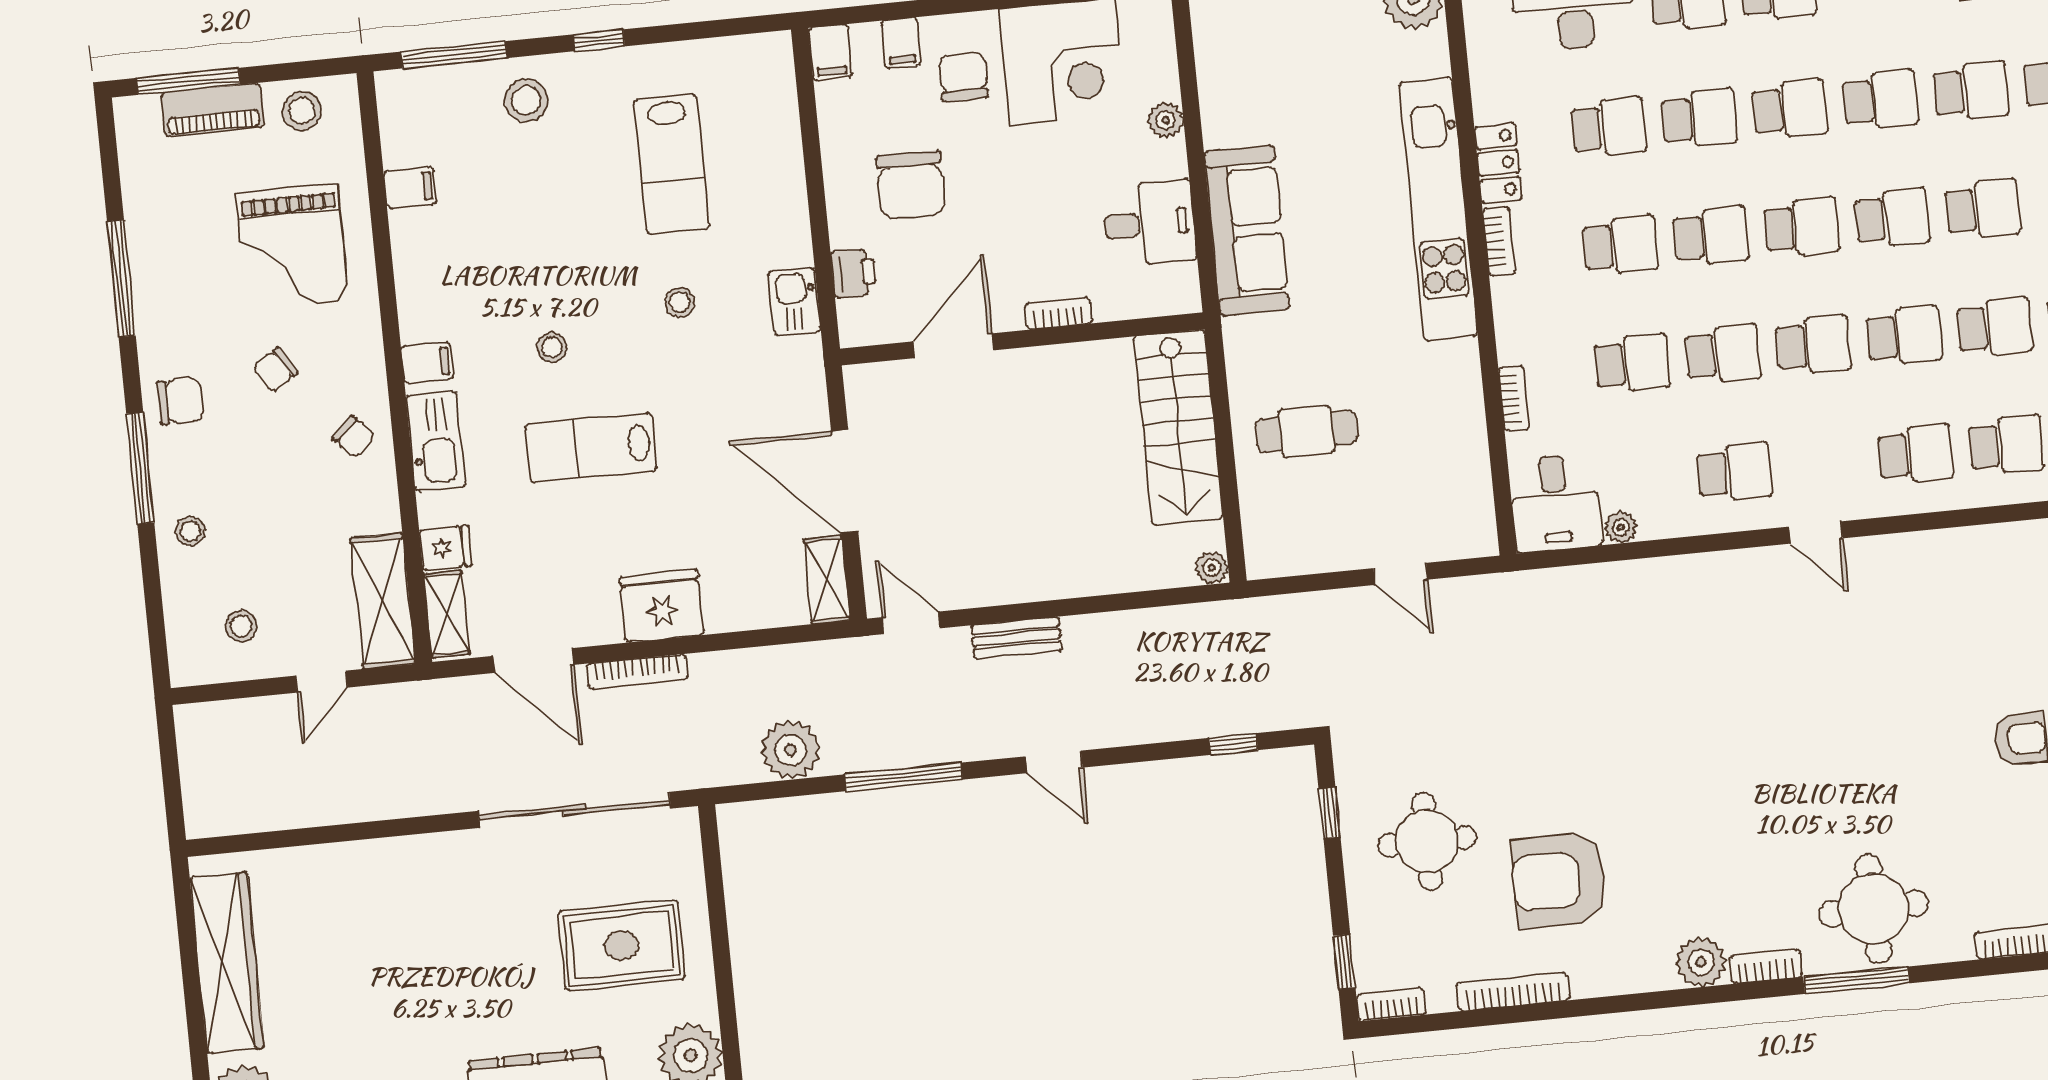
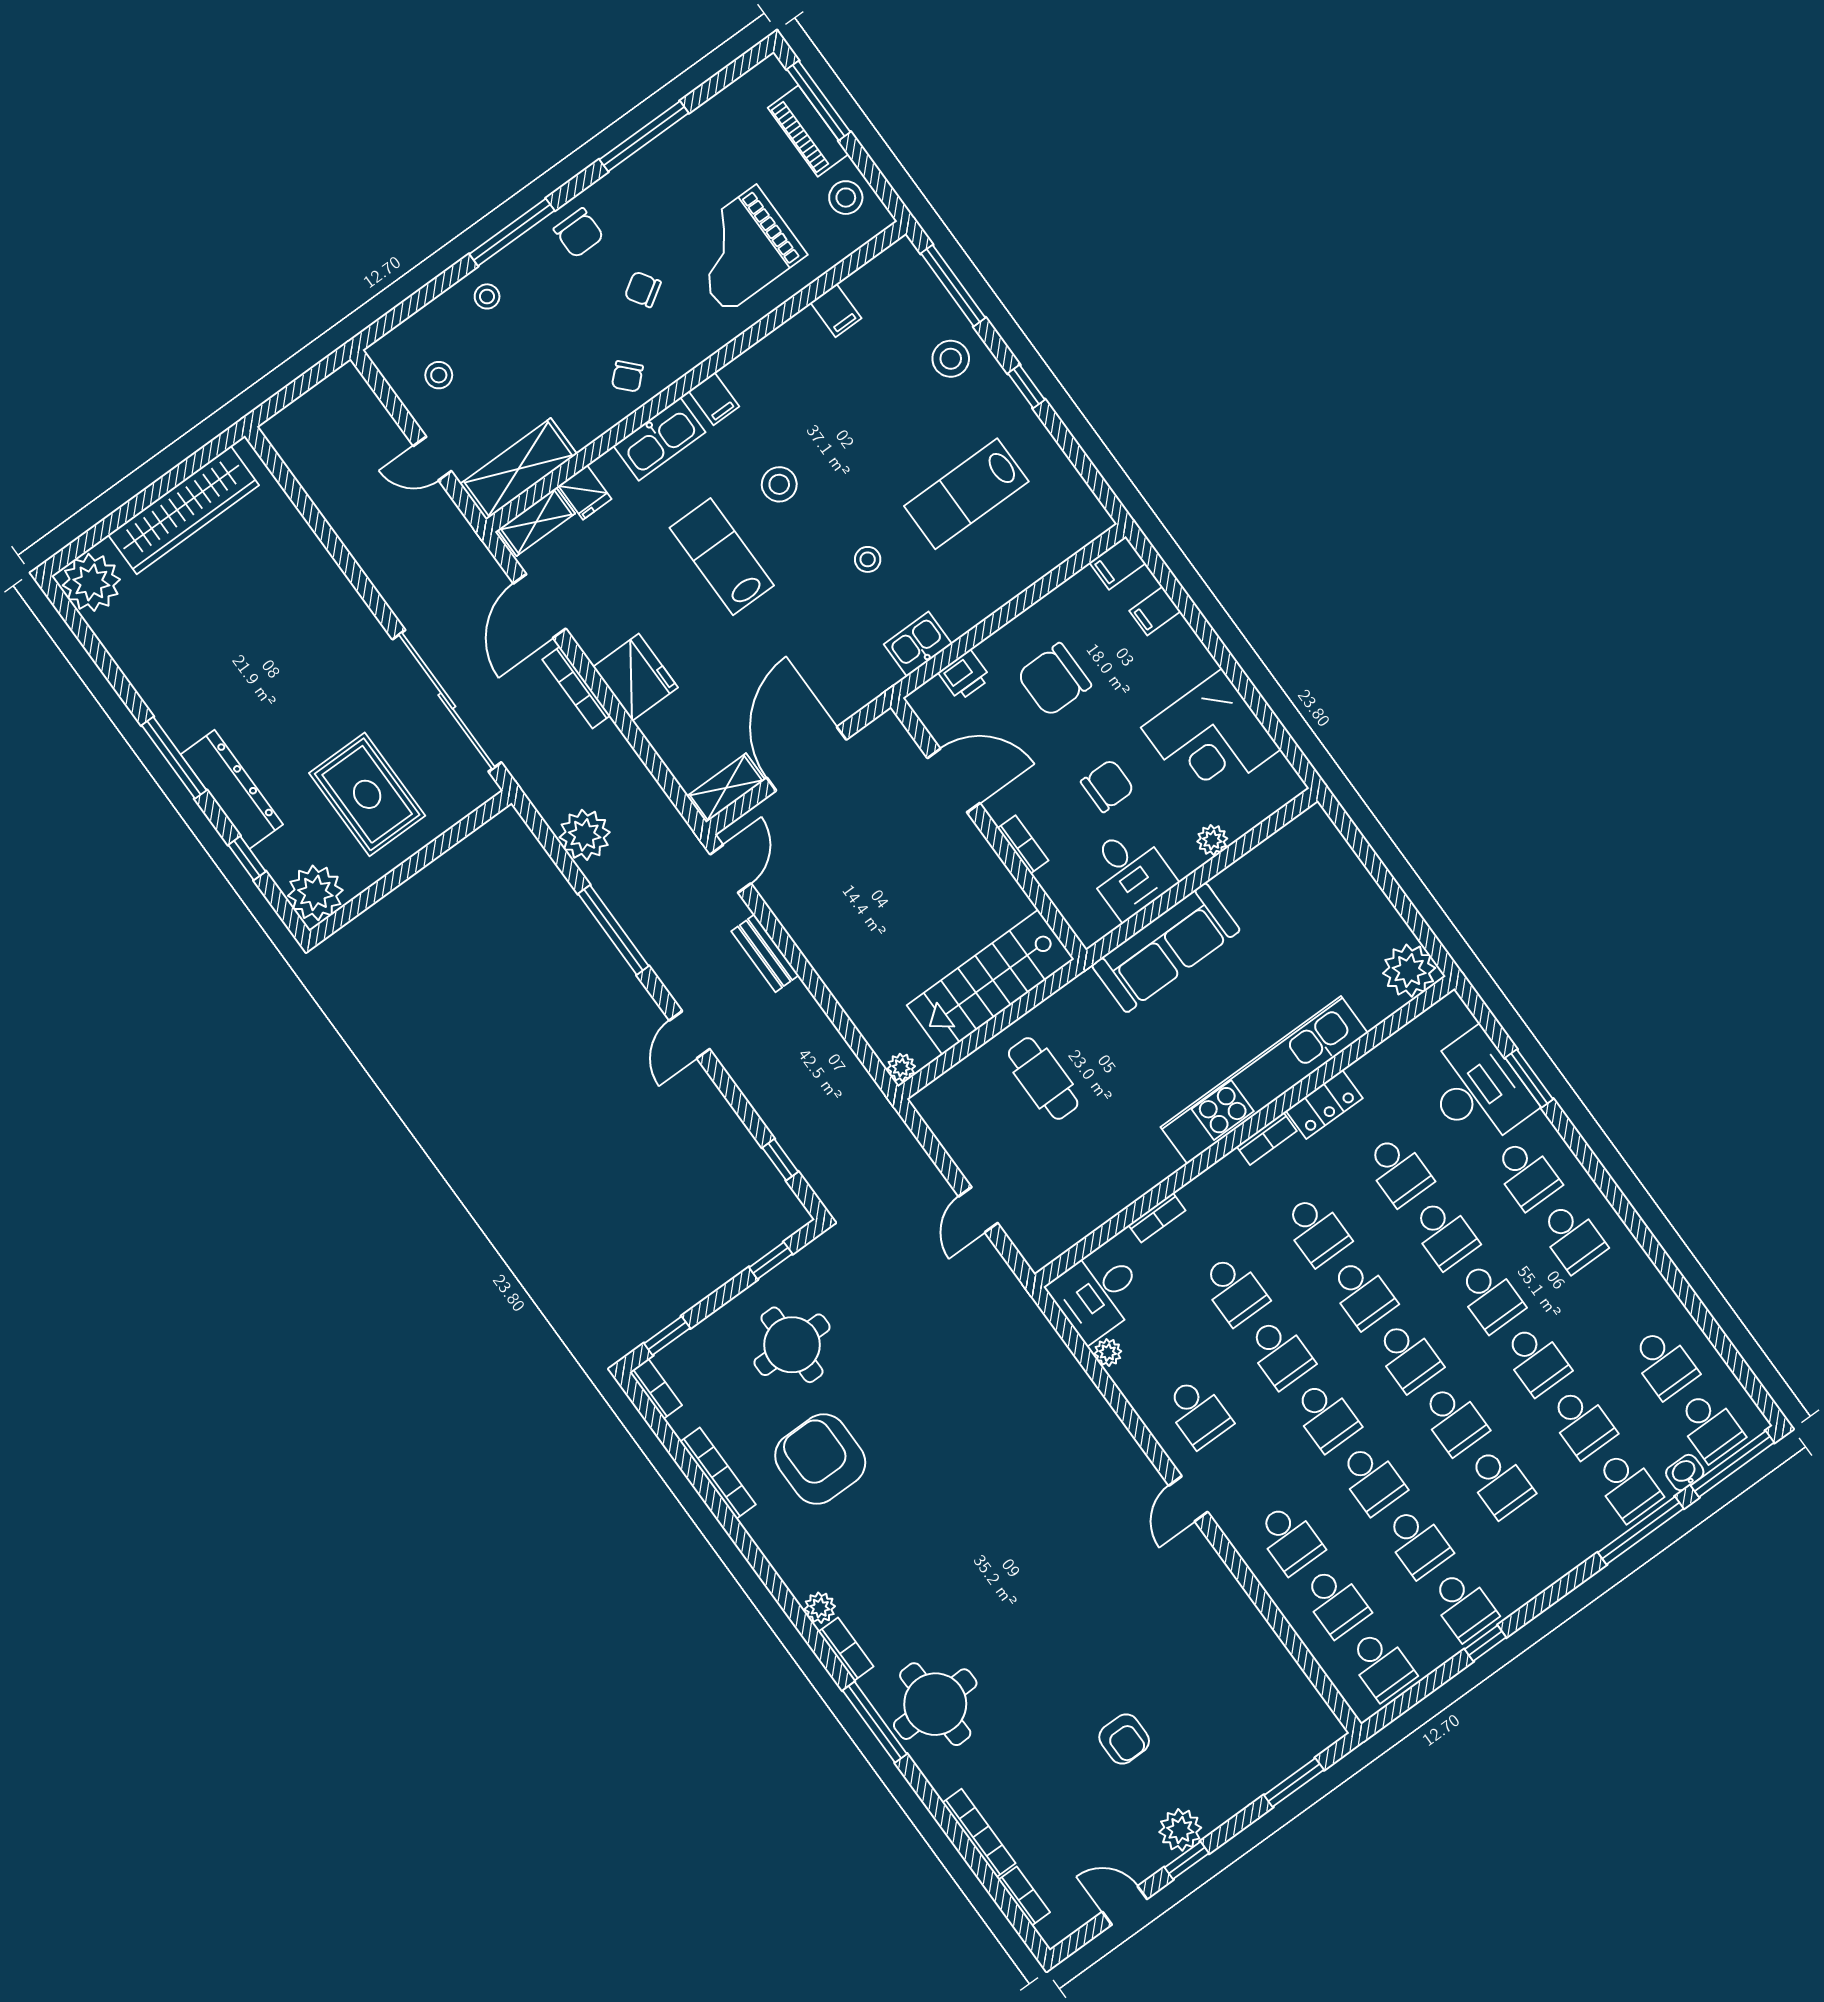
chair: (963, 77) -> (1107, 786), moved
stool: (552, 347) -> (779, 484), width x1.37, depth x1.37
plant: (1701, 962) -> (820, 1608), width x0.73, depth x0.73

